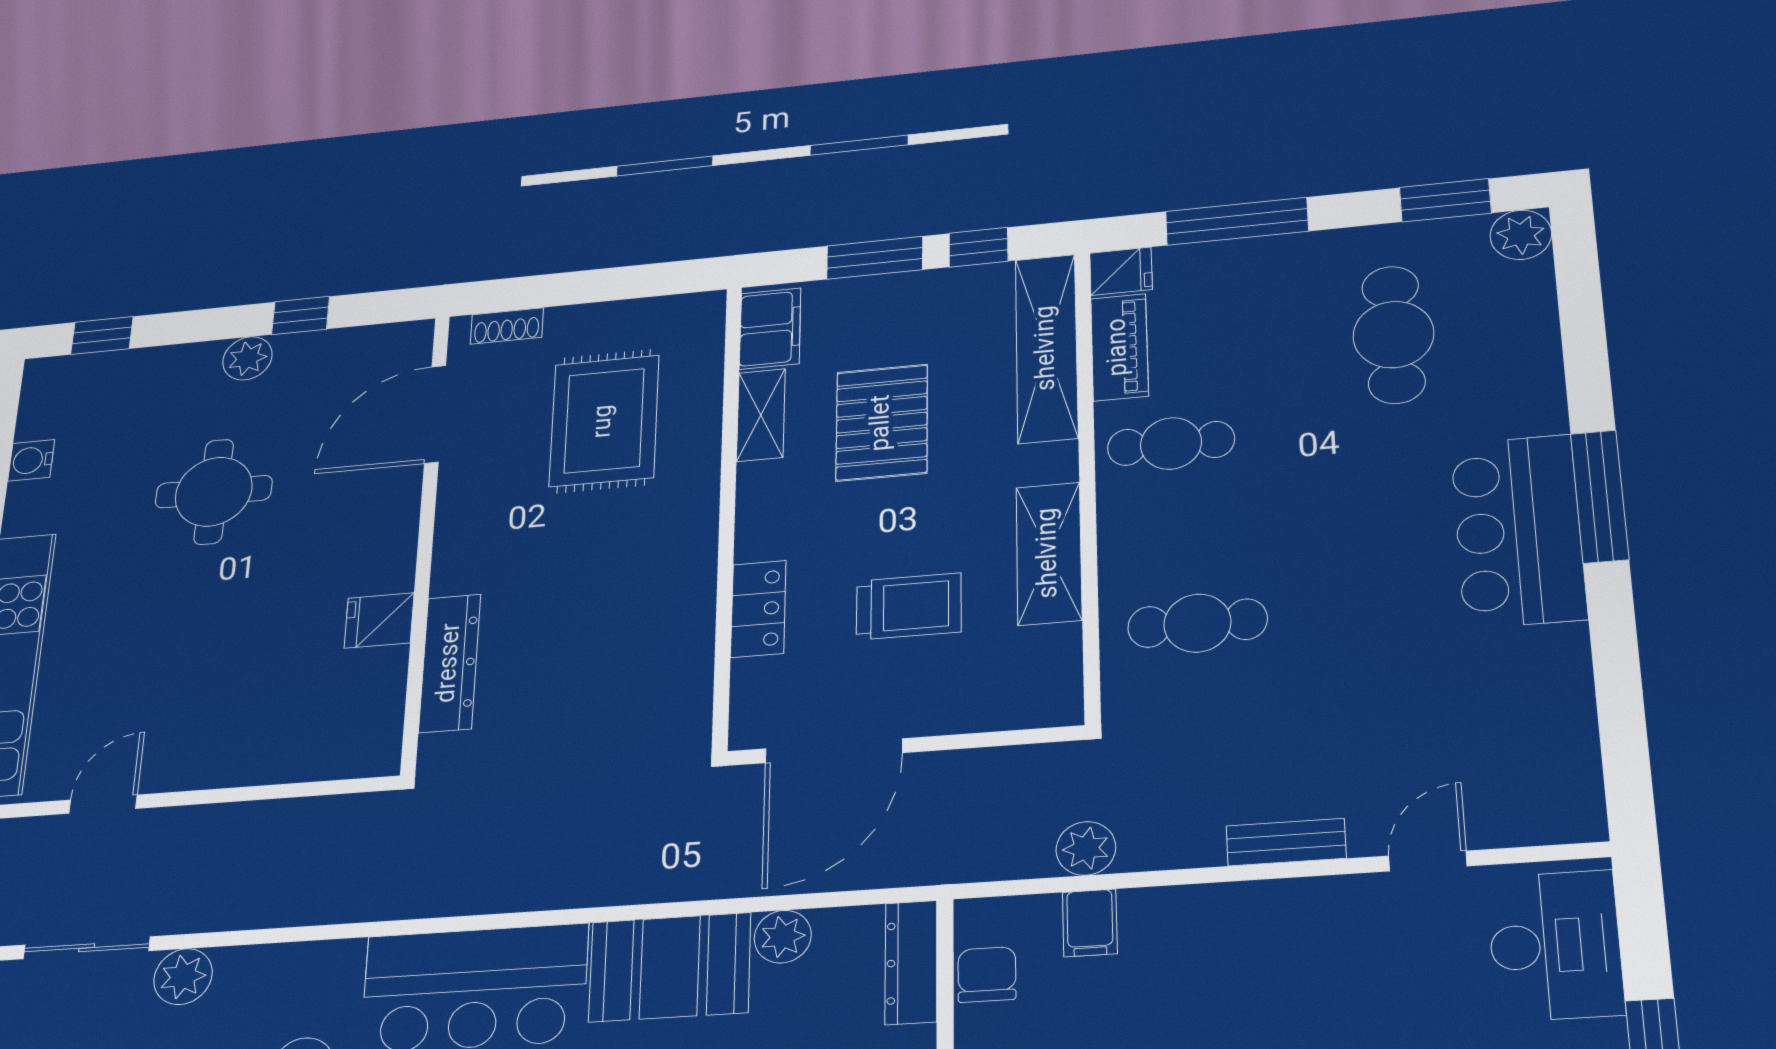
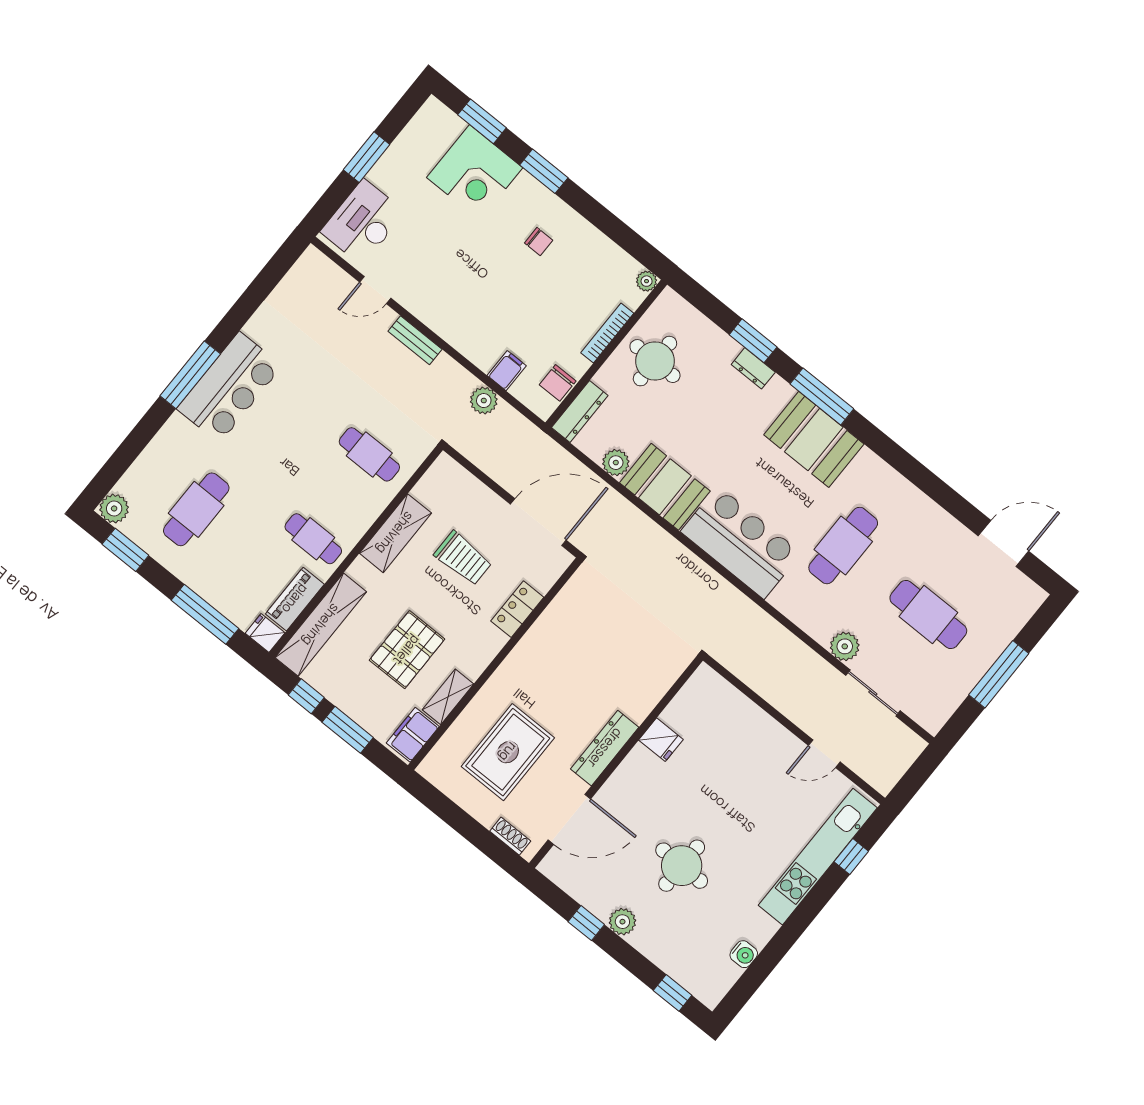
trolley: (909, 606) -> (463, 558), turned 180
dresser: (450, 663) -> (605, 748), moved

